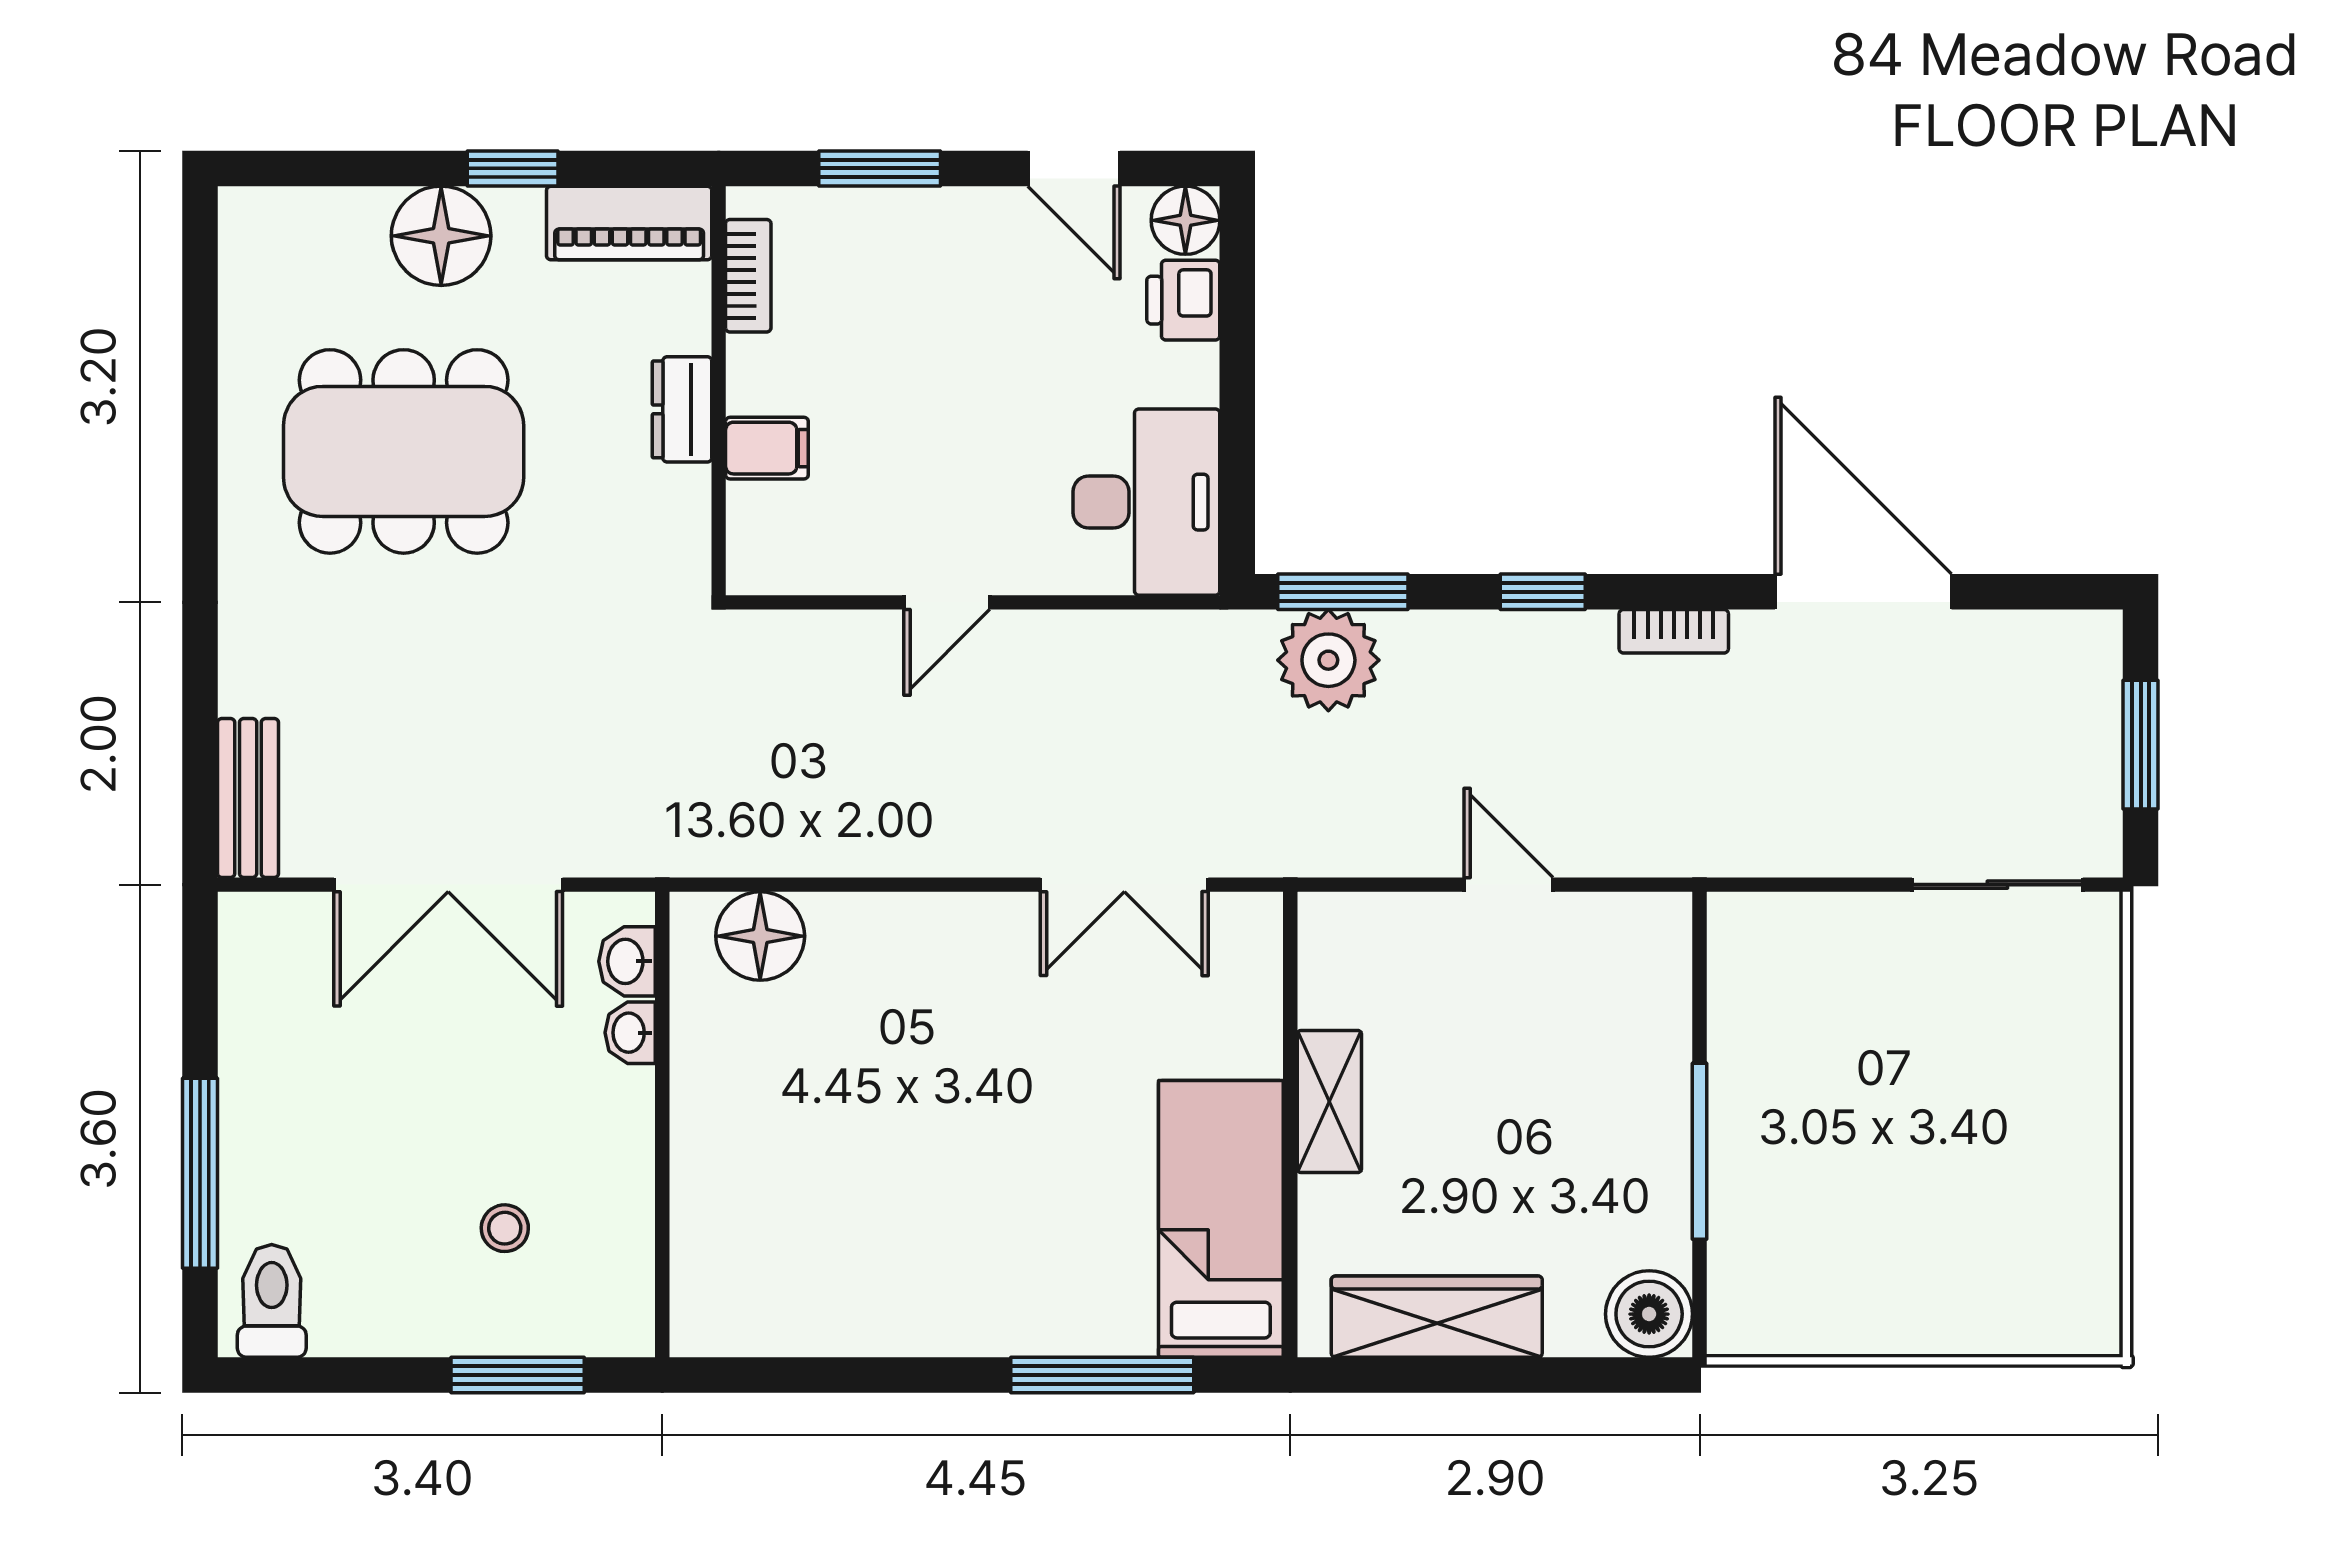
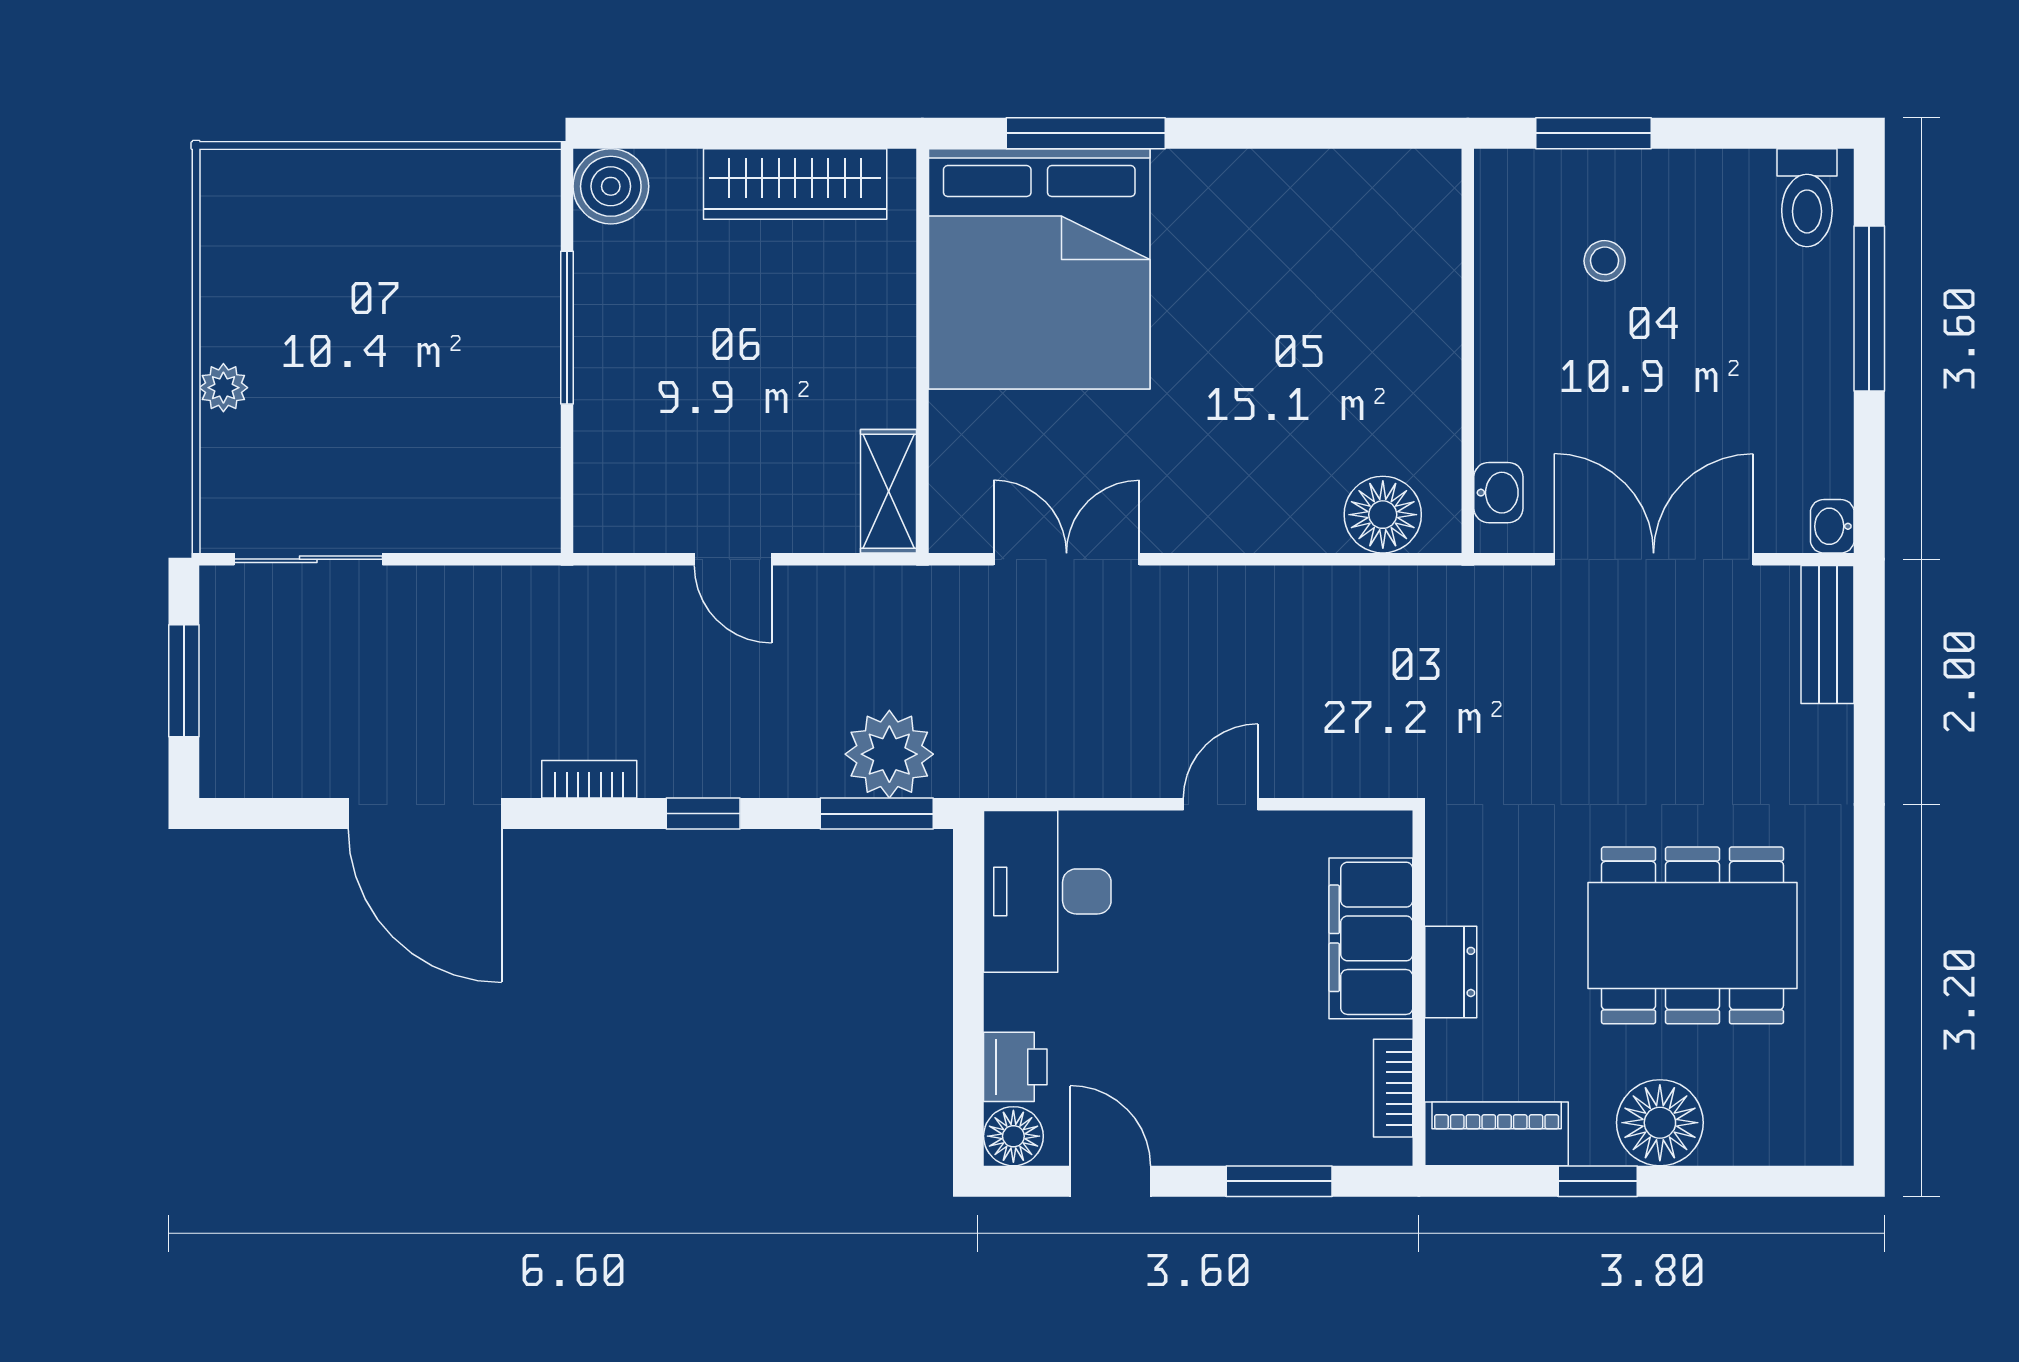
filing cabinet: (767, 448) -> (1371, 938), width x3.00, depth x1.17
washbasin: (630, 1033) -> (1832, 526), moved, turned 180
plant: (2095, 1082) -> (223, 388), added
shelving: (1329, 1102) -> (888, 491), moved
bed: (1221, 1219) -> (1039, 269), width x2.04

